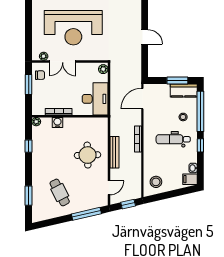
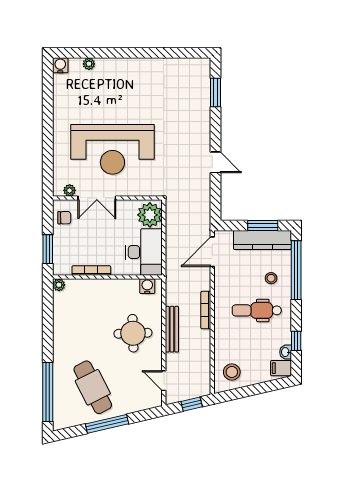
plant: (103, 69) -> (150, 215), width x1.88, depth x1.88
window: (29, 85) -> (48, 249), moved
kitchen counter: (184, 90) -> (262, 240), width x1.50
water cooler: (57, 122) -> (147, 286), moved
window: (200, 145) -> (296, 341), moved
window: (29, 146) -> (48, 320), removed
door: (109, 188) -> (164, 381), swing flipped
cafe table: (60, 192) -> (93, 387), width x1.37, depth x1.35
window: (29, 196) -> (48, 392), width x2.11
window: (86, 214) -> (107, 424), moved

